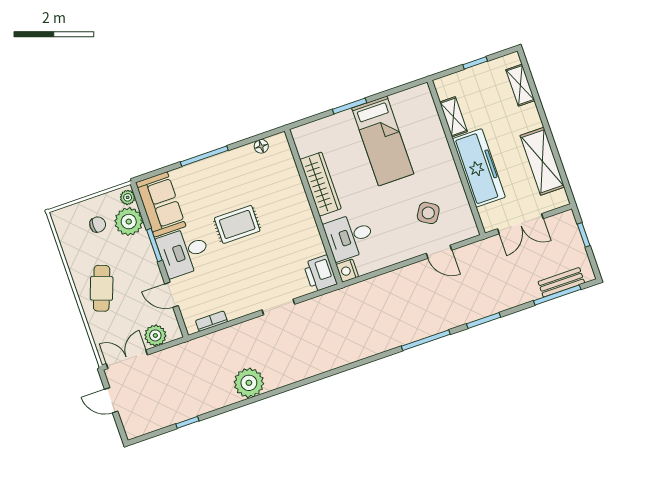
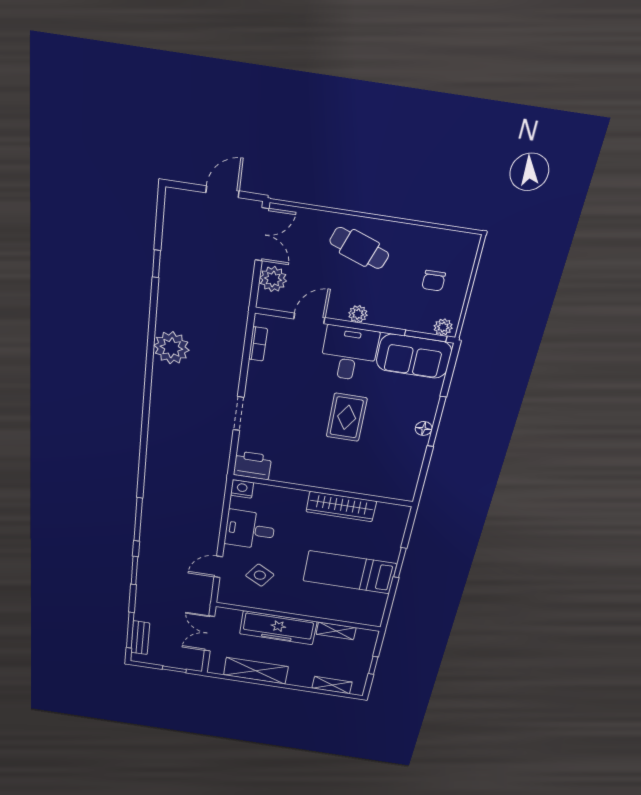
floor lamp: (261, 146) -> (424, 428), moved
plant: (129, 222) -> (358, 314), moved, width x0.53, depth x0.53
desk: (349, 237) -> (250, 530), moved, turned -90
window: (154, 245) -> (426, 336), moved

